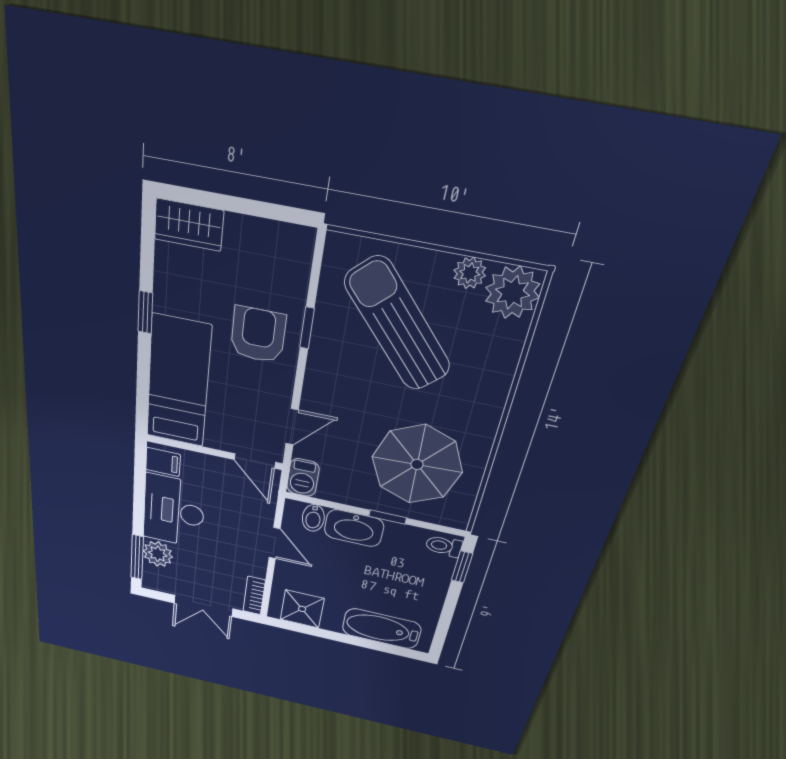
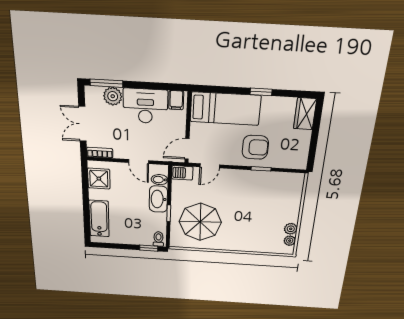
plant: (513, 292) -> (290, 241), width x0.53, depth x0.53
sun lounger: (398, 325) -> (266, 206), removed
door: (292, 427) -> (210, 166), hinge flipped
door: (275, 543) -> (139, 162), hinge flipped

